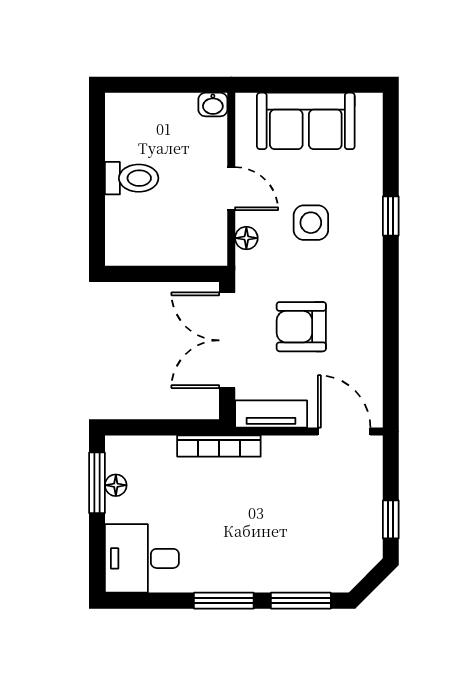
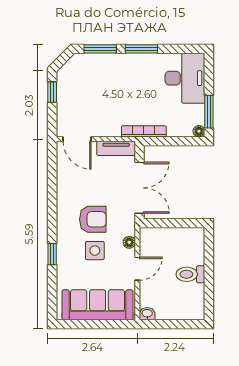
sofa: (306, 121) -> (98, 305), width x1.36
door: (231, 189) -> (137, 269), swing flipped
armchair: (301, 327) -> (93, 219), moved
floor lamp: (116, 485) -> (199, 131), moved
desk: (142, 558) -> (185, 78), width x1.37

